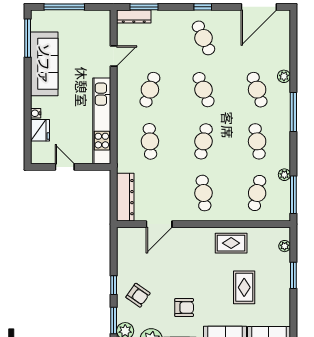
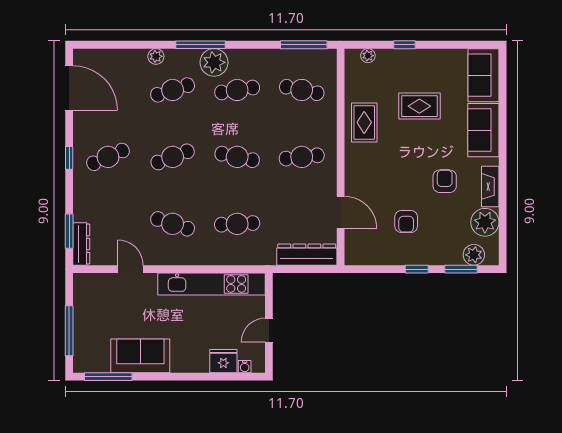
sofa: (44, 64) -> (140, 356), width x0.73
water cooler: (36, 113) -> (245, 367), moved
plant: (284, 175) -> (214, 62), moved, width x1.88, depth x1.88
window: (293, 275) -> (404, 45), width x0.67
armchair: (138, 295) -> (406, 222), moved, turned 145

